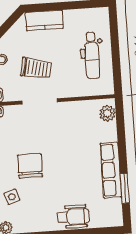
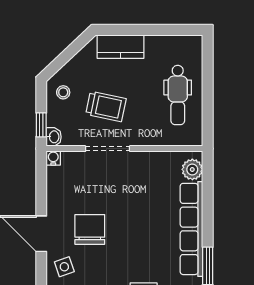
row of seats: (111, 170) -> (191, 229), width x1.36

